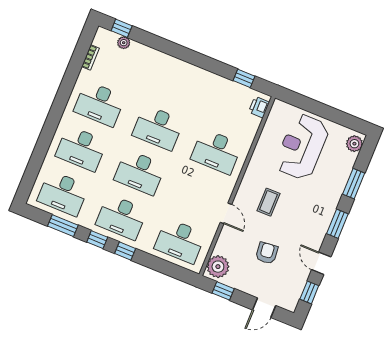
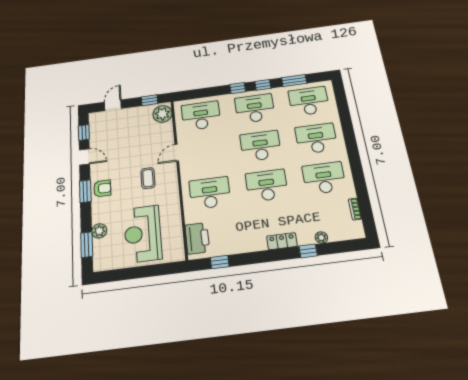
window: (122, 28) -> (308, 251), moved
plant: (124, 43) -> (321, 237), moved
locker: (176, 66) -> (282, 241), added
printer: (259, 107) -> (197, 238), width x1.87, depth x1.48
plant: (354, 144) -> (99, 231), moved
reception desk: (302, 147) -> (143, 234), turned 180
window: (354, 184) -> (87, 245), moved
door: (226, 213) -> (177, 153), hinge flipped
armchair: (267, 253) -> (102, 188), moved, turned -84

